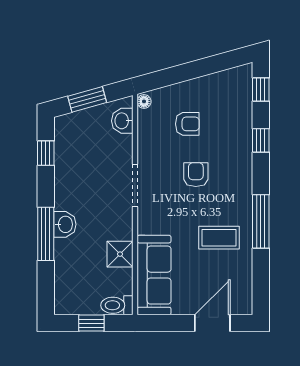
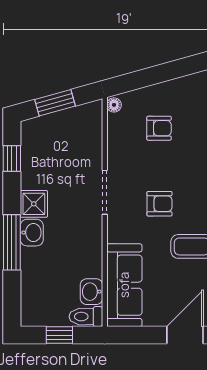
washbasin: (122, 121) -> (91, 292), moved
armchair: (196, 175) -> (159, 204), moved, turned 90
shower: (120, 254) -> (34, 204), moved

